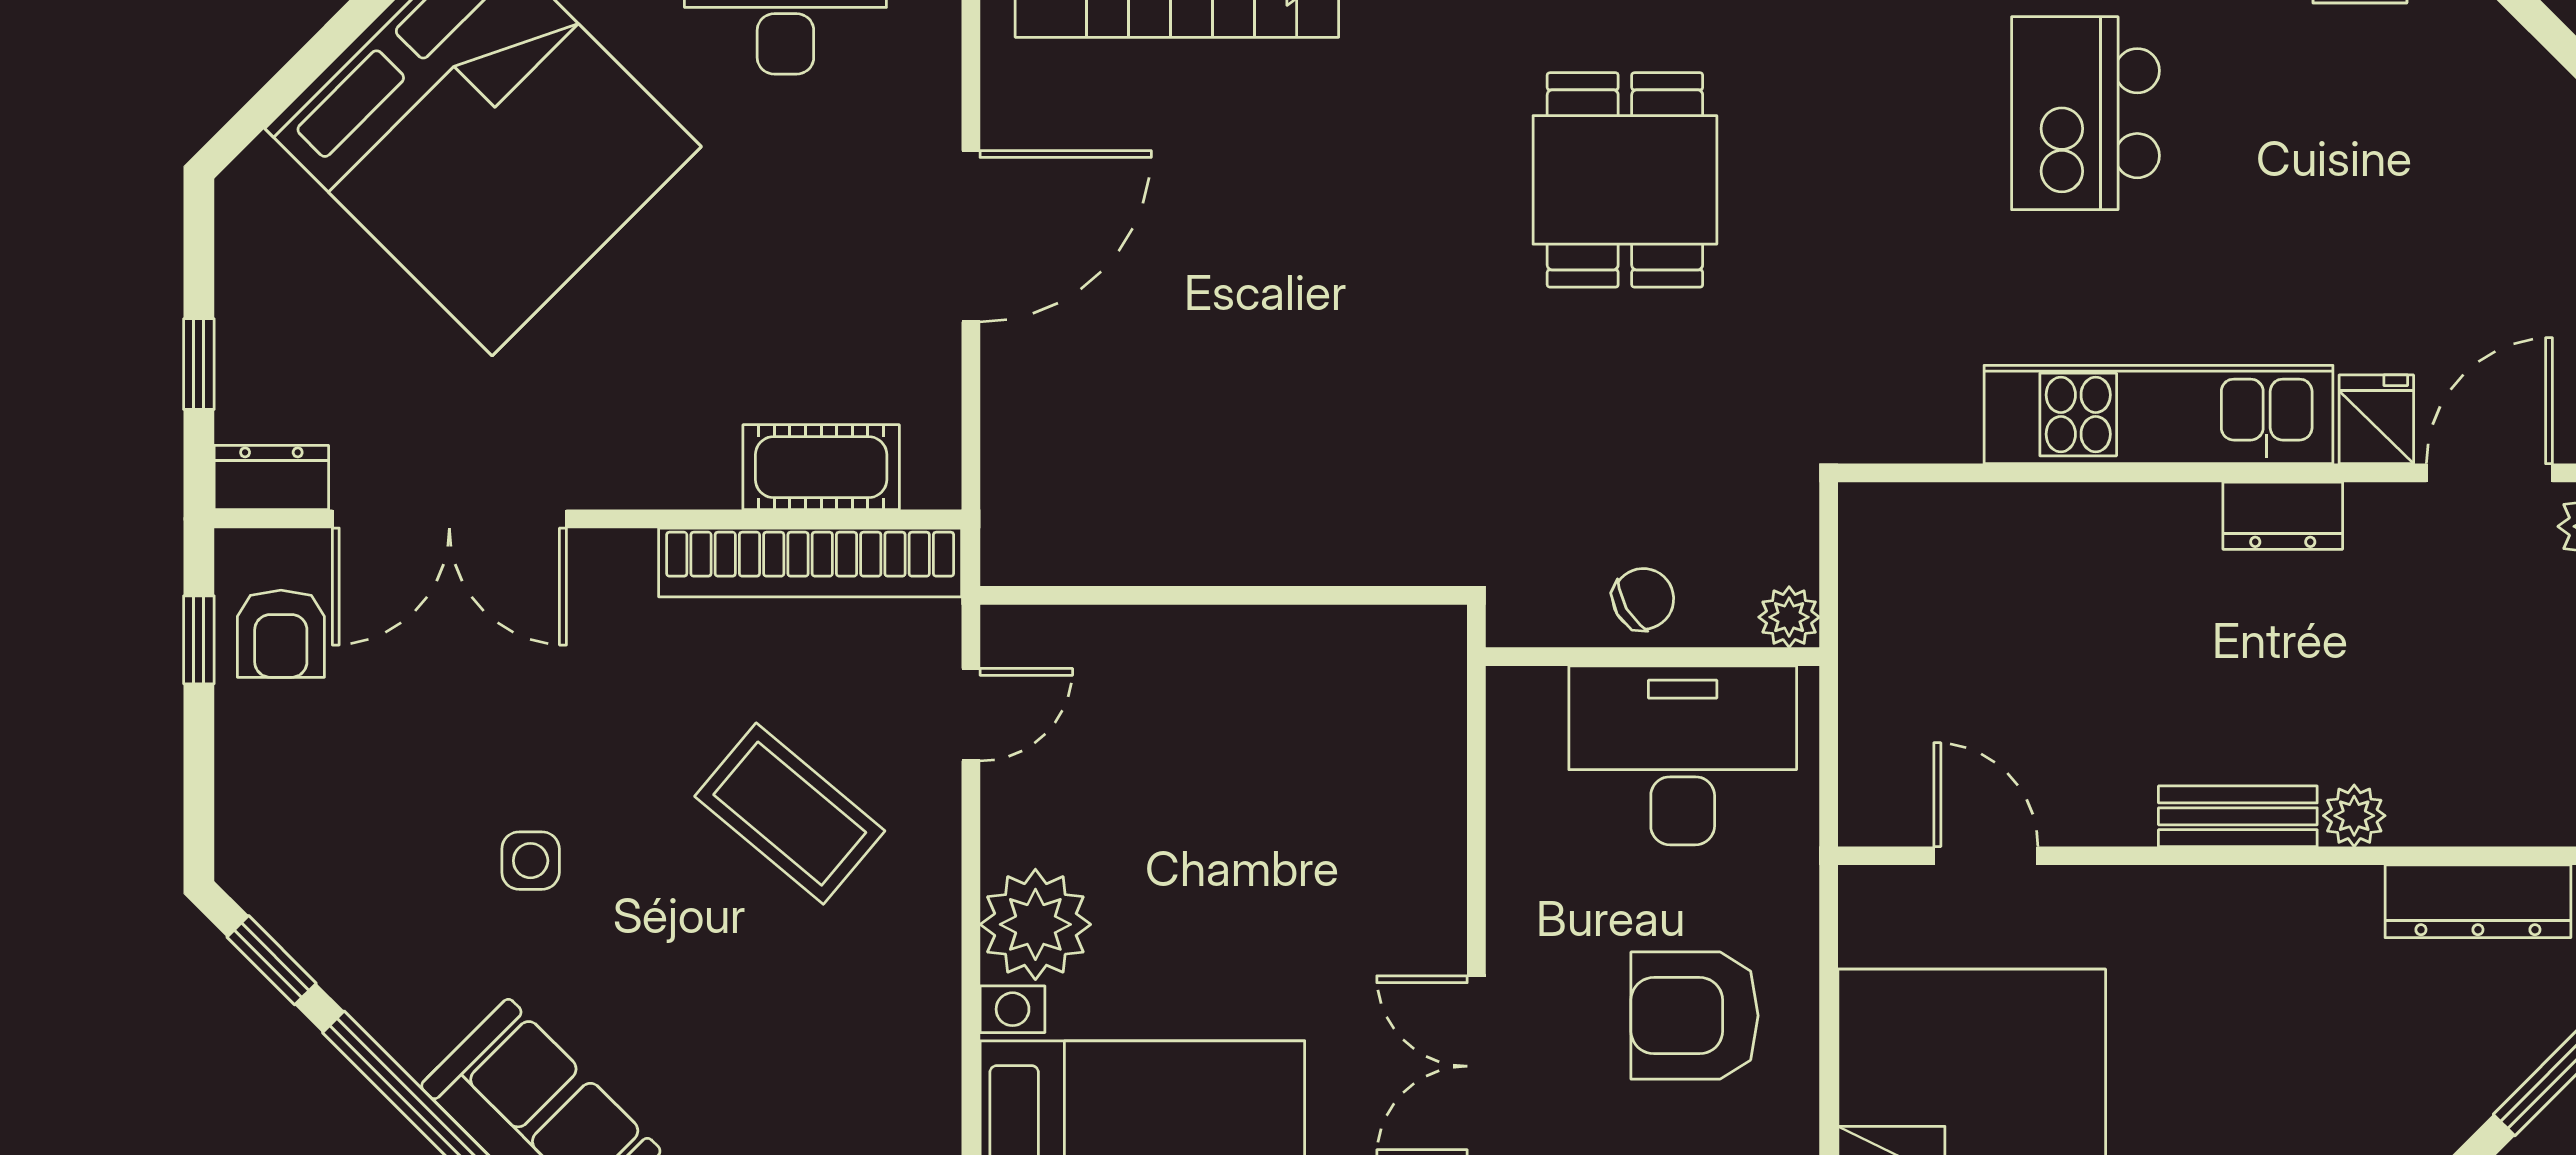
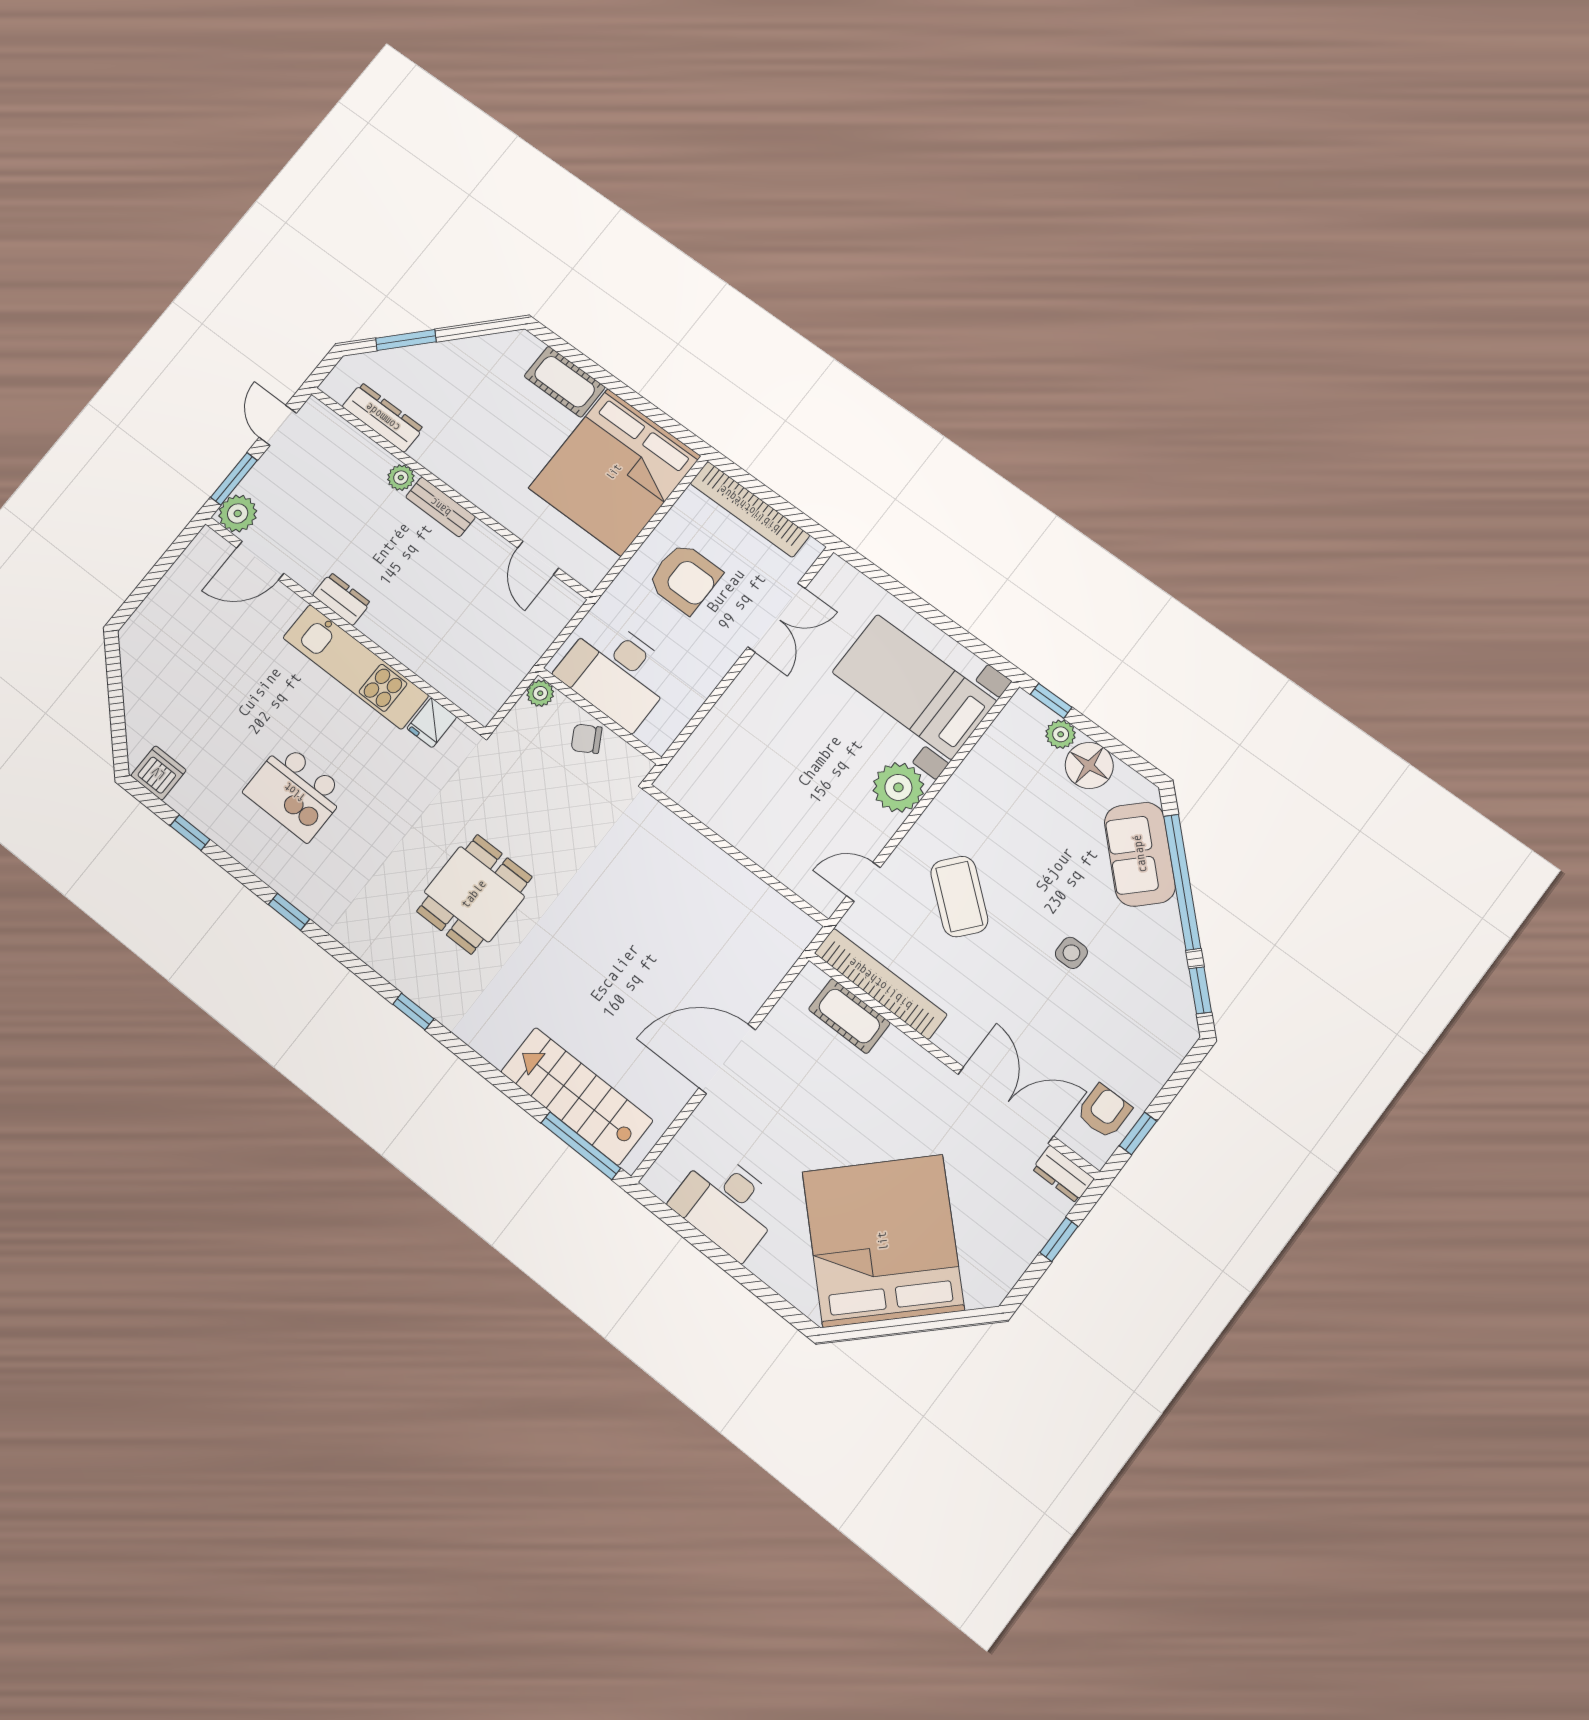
kitchen island: (2085, 113) -> (295, 792), turned 90
fridge: (2376, 419) -> (432, 723), moved

